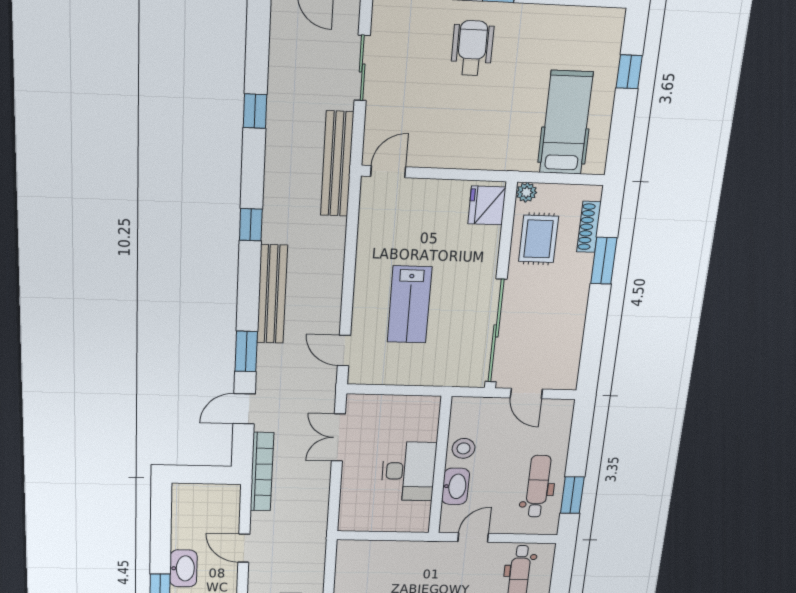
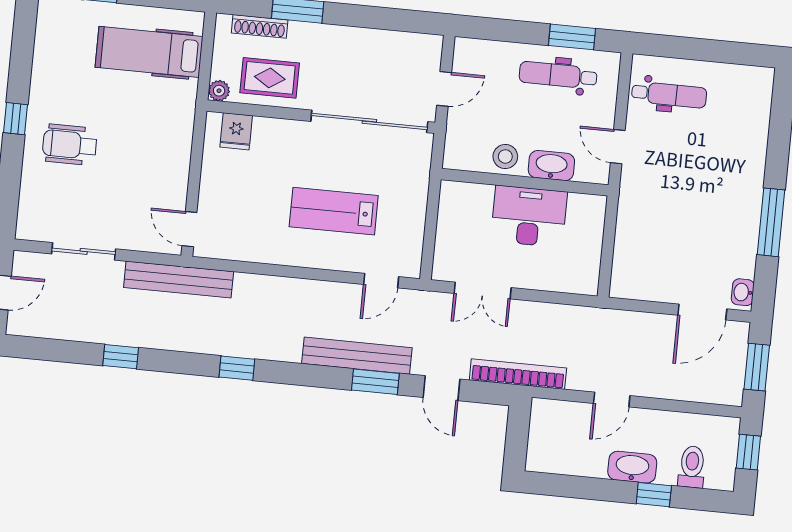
fridge: (487, 205) -> (236, 131), width x0.72
bench: (272, 294) -> (357, 356), moved
lab bench: (410, 305) -> (334, 211), turned 180

